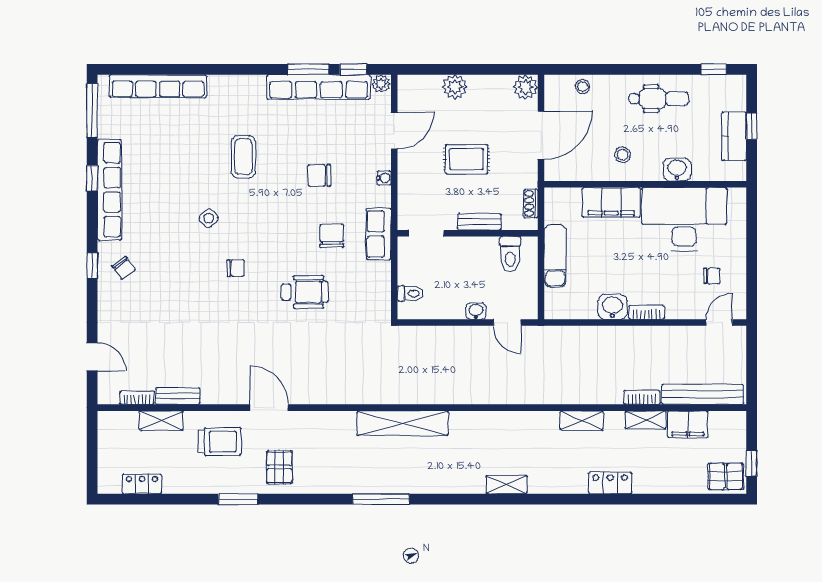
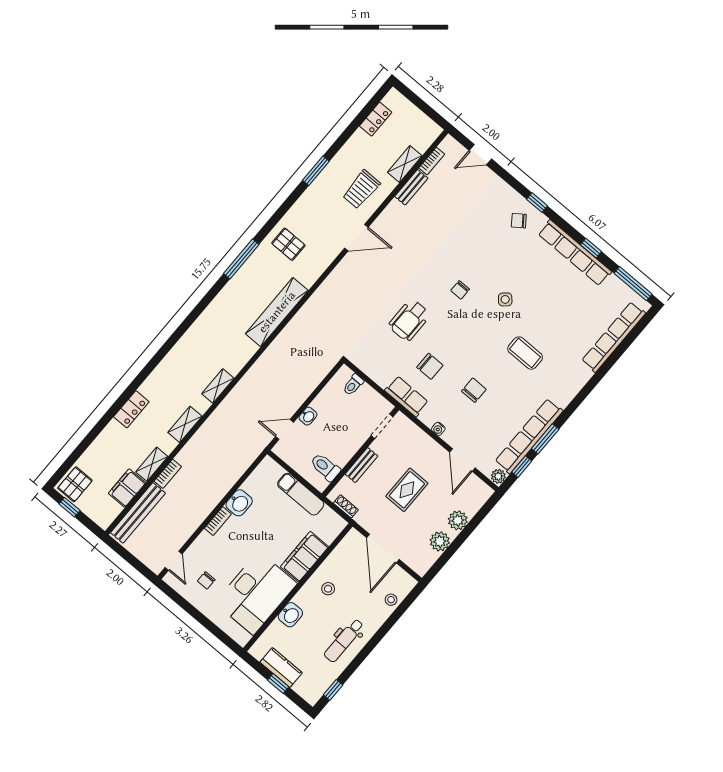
plant: (525, 87) -> (440, 541), moved
pallet: (279, 467) -> (288, 244), moved
shelving: (506, 485) -> (218, 386), moved

